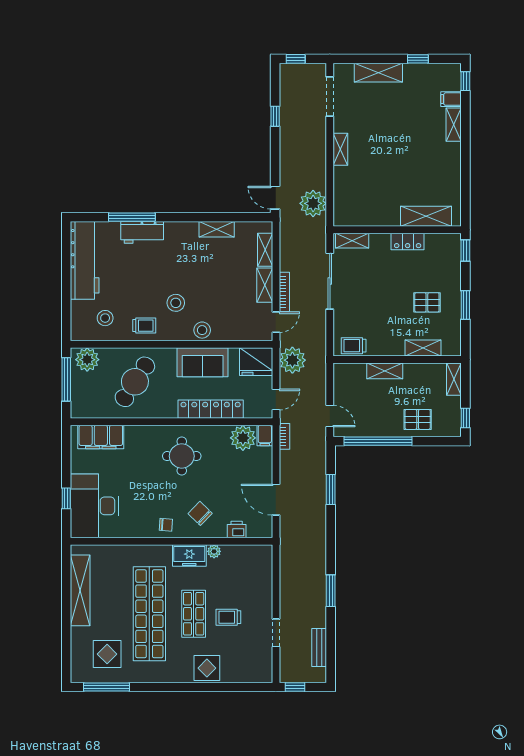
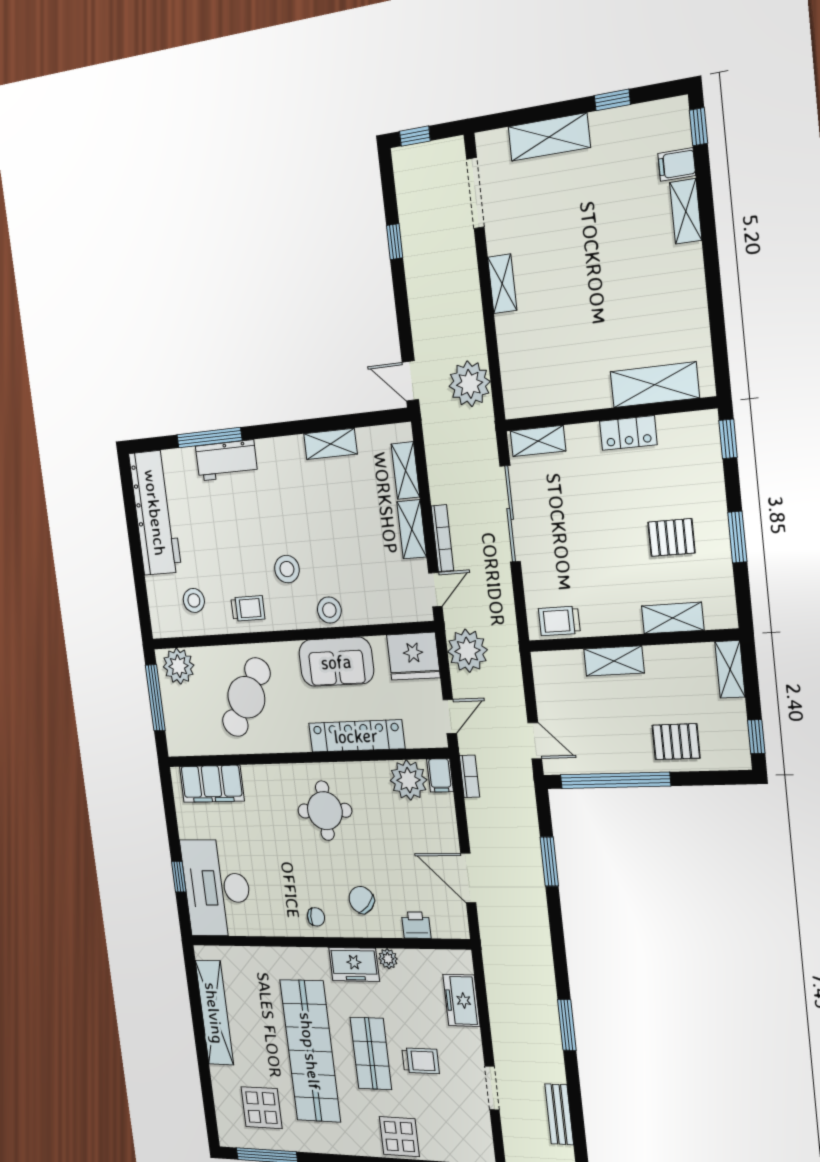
freezer: (262, 577) -> (461, 1000), added
trolley: (228, 617) -> (421, 1061), turned 180

